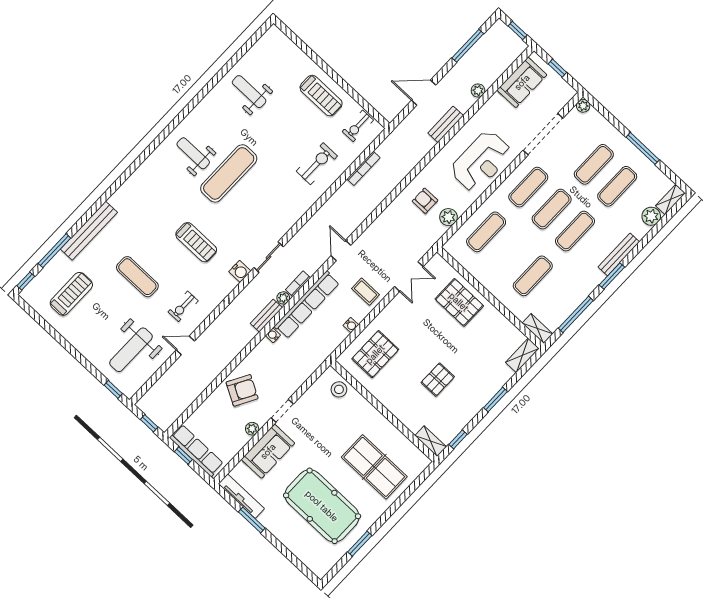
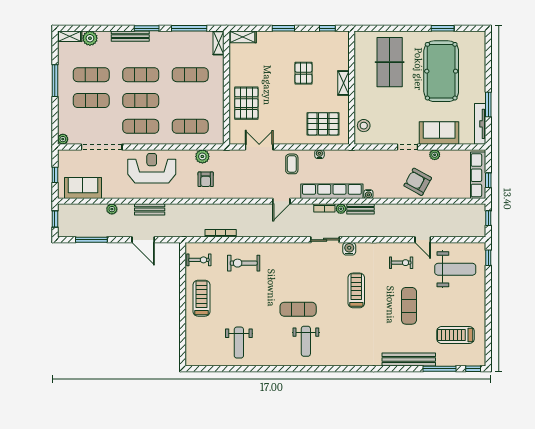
exercise mat: (229, 173) -> (298, 309), width x0.73, depth x0.69
pallet: (438, 380) -> (303, 73), turned 90
shelving: (431, 441) -> (343, 83), moved

